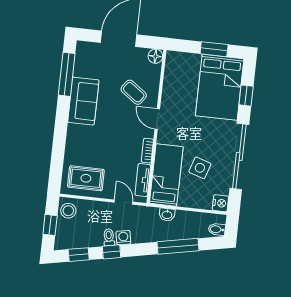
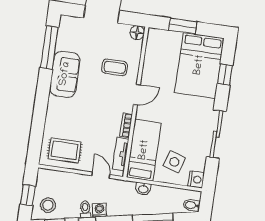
window: (214, 49) -> (183, 26), moved
coffee table: (134, 92) -> (115, 67), turned -36
door: (157, 119) -> (137, 95), swing flipped
sliding door: (239, 156) -> (216, 134), width x0.73
side table: (200, 168) -> (174, 162), moved
stool: (68, 211) -> (48, 205), moved

